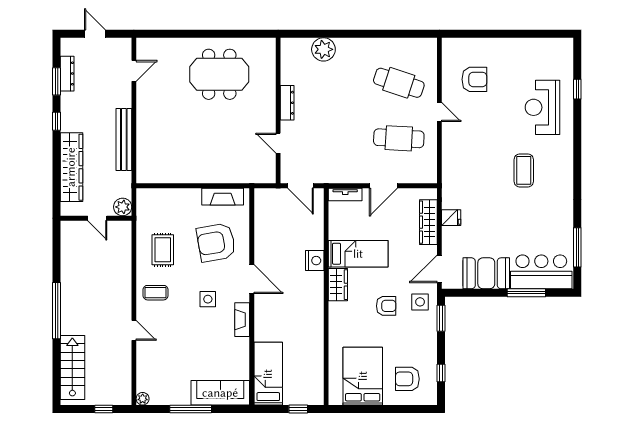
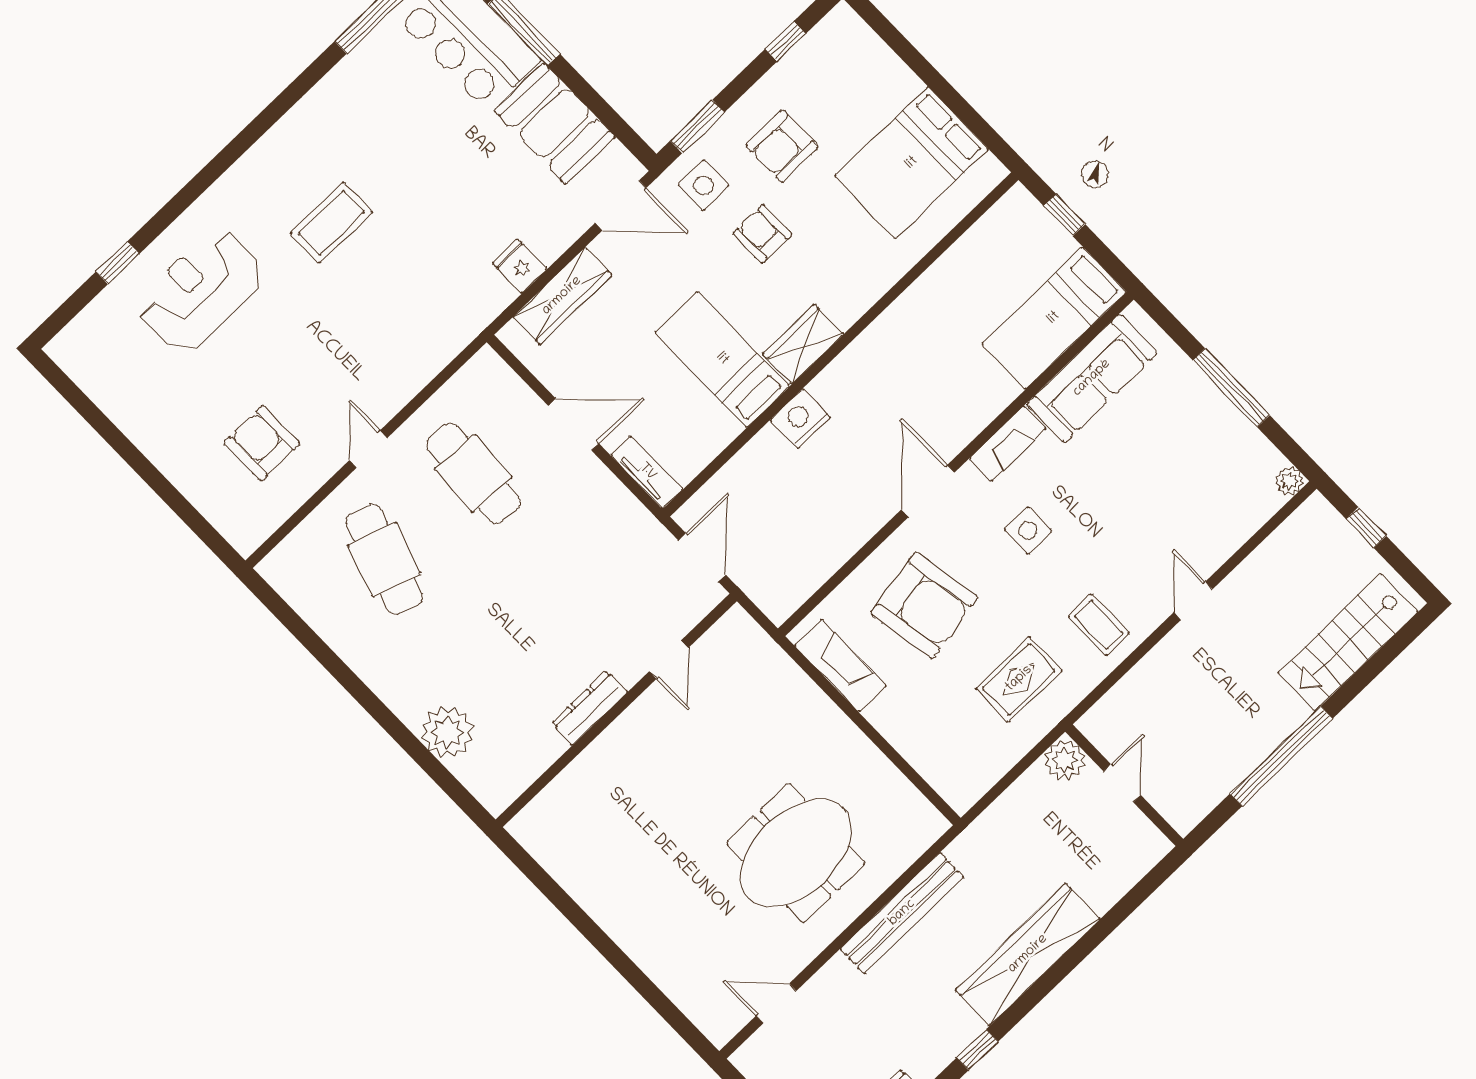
meeting table: (219, 74) -> (796, 853), moved, turned 90
reception desk: (542, 107) -> (201, 291), turned 180
plant: (123, 207) -> (1065, 760), moved
wall: (96, 218) -> (1124, 785), moved
door: (97, 218) -> (1122, 783), moved
armchair: (407, 379) -> (782, 146), moved, turned 90
sofa: (220, 393) -> (1092, 378), moved, turned -90

